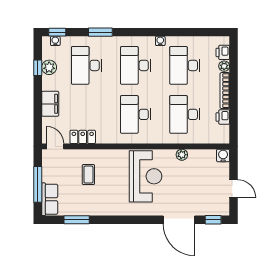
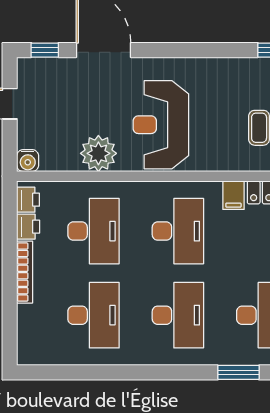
water cooler: (160, 41) -> (136, 357), removed
printer: (223, 52) -> (28, 200), moved
plant: (224, 66) -> (26, 314), removed
filing cabinet: (103, 135) -> (233, 195), added
plant: (182, 155) -> (98, 153), width x1.87, depth x1.87

